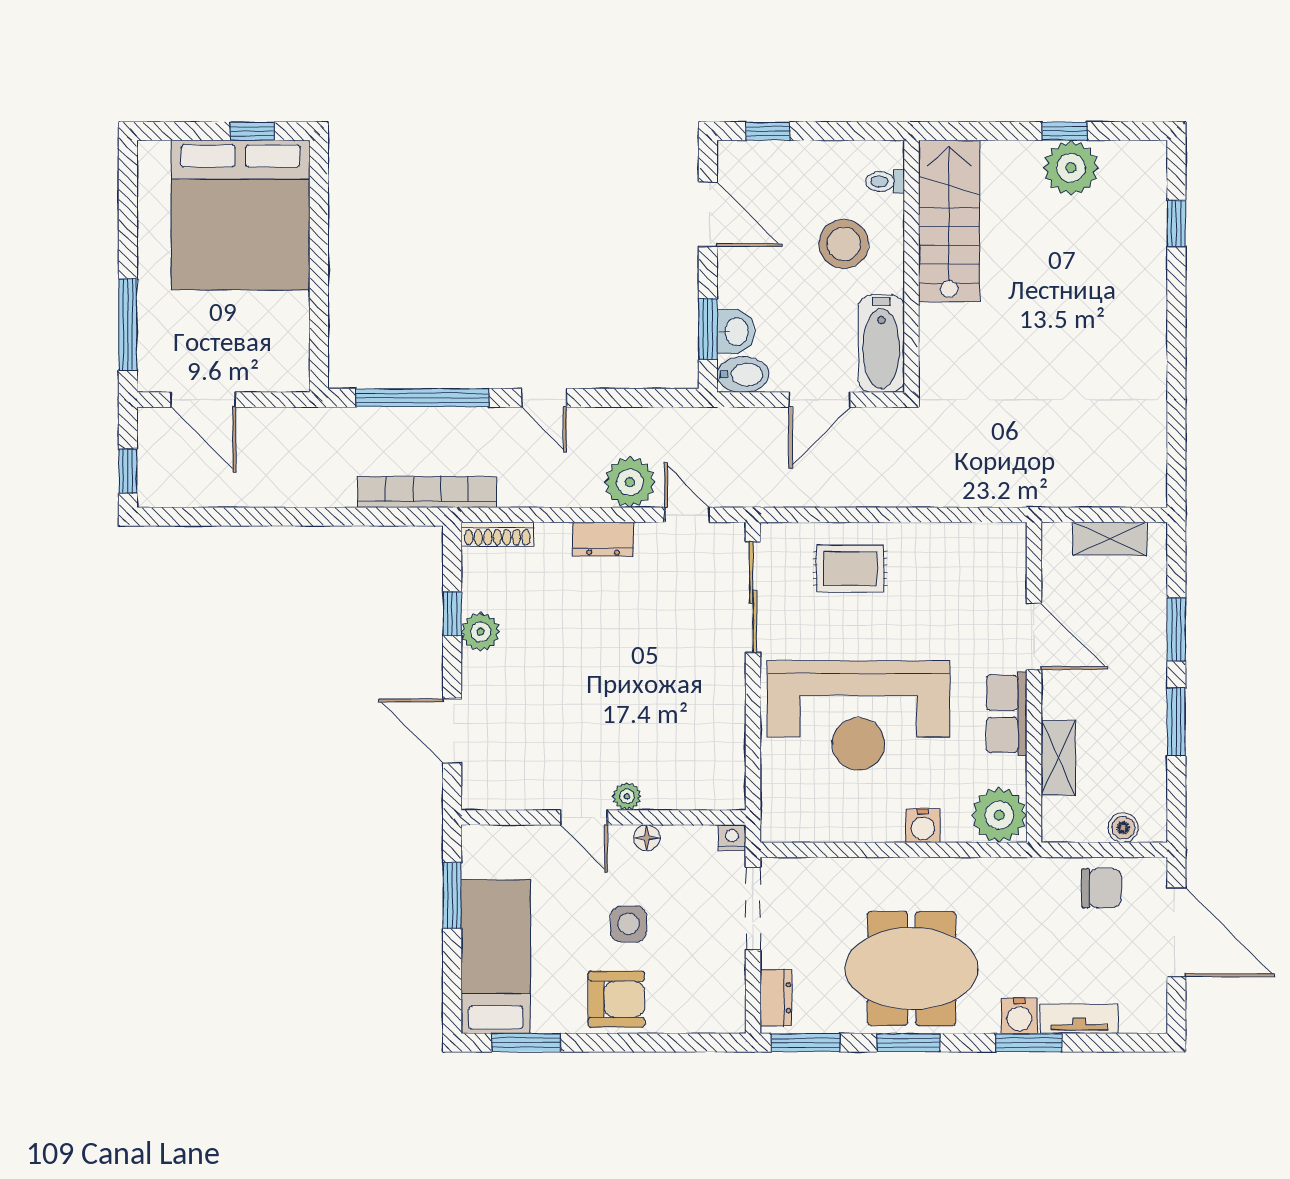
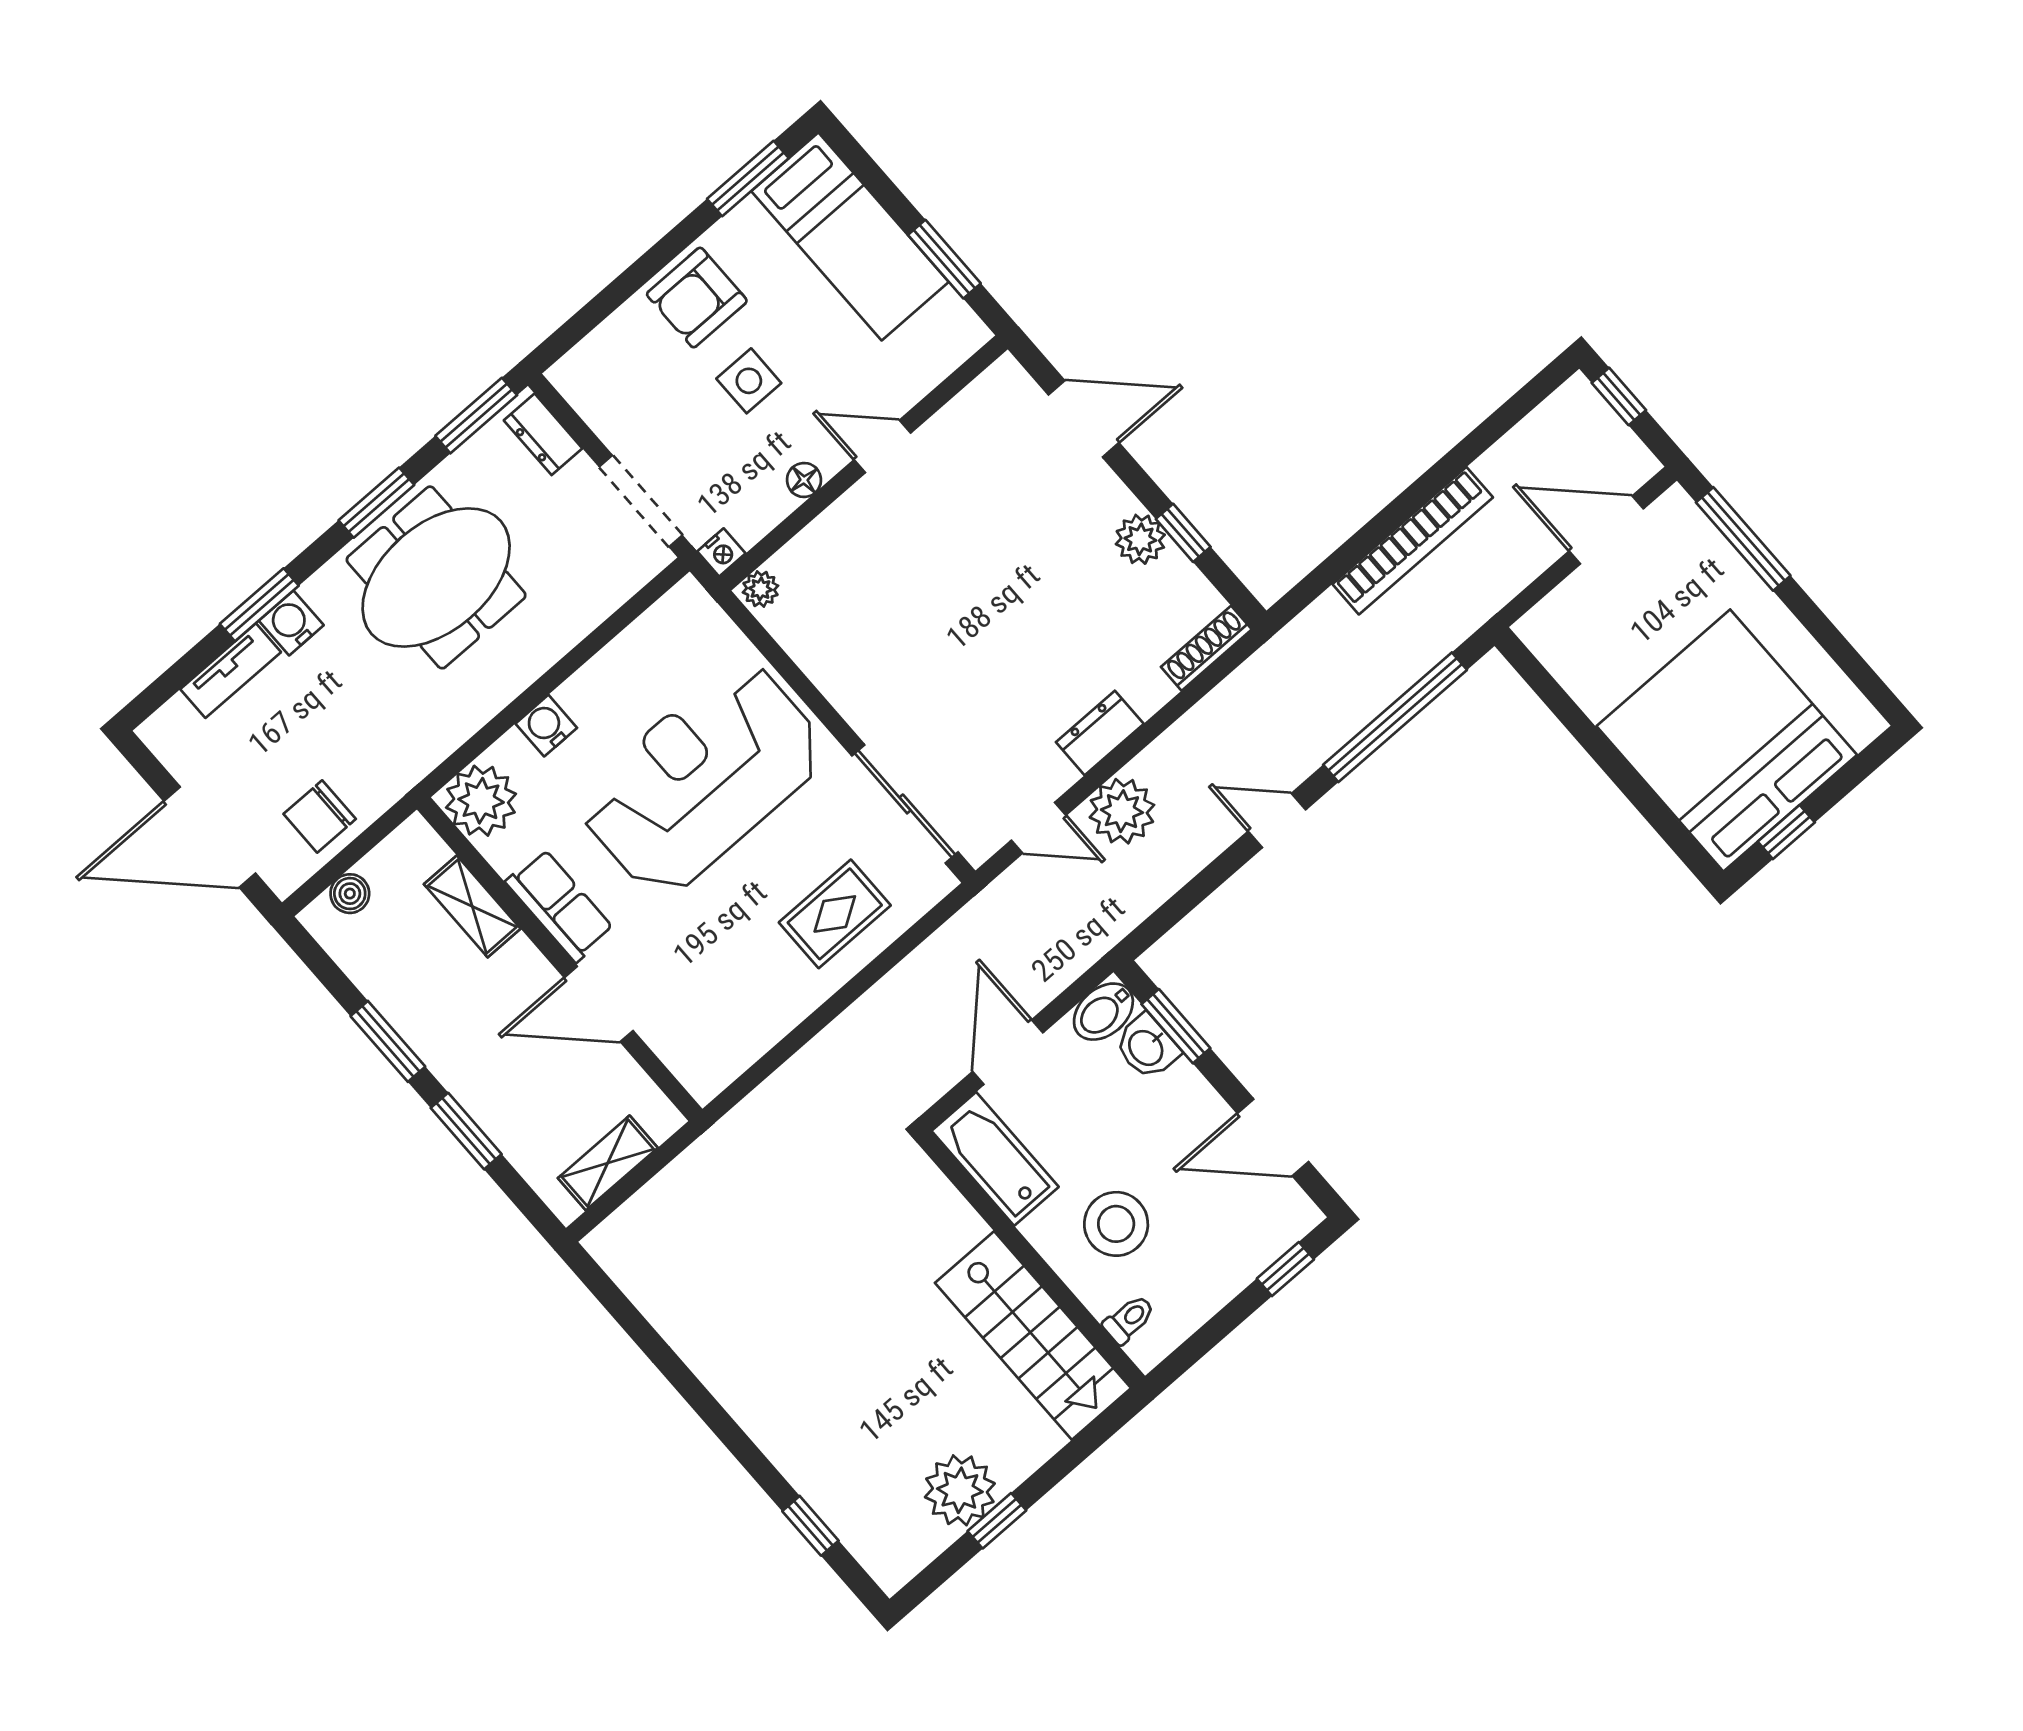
bookcase: (427, 492) -> (1413, 541), moved
plant: (627, 796) -> (760, 589), moved

